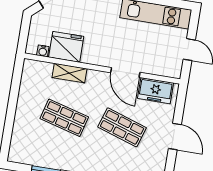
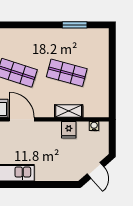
fridge: (66, 47) -> (69, 130), width x0.53, depth x0.75

